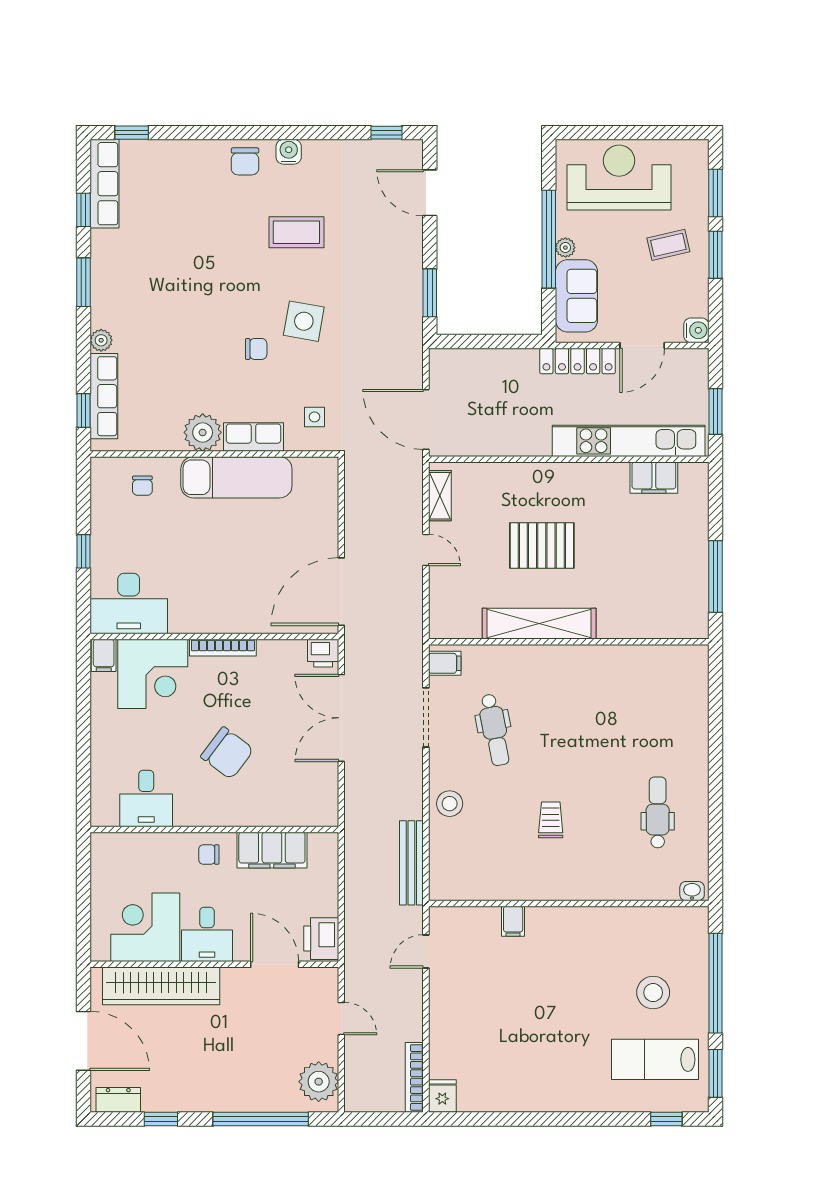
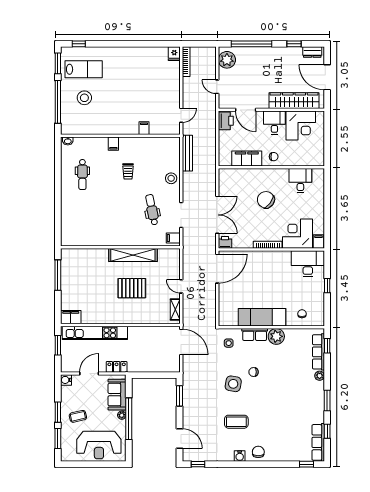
locker: (578, 361) -> (117, 367), width x0.66
filing cabinet: (654, 478) -> (71, 317), moved
filing cabinet: (585, 885) -> (113, 144), added

